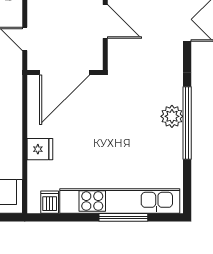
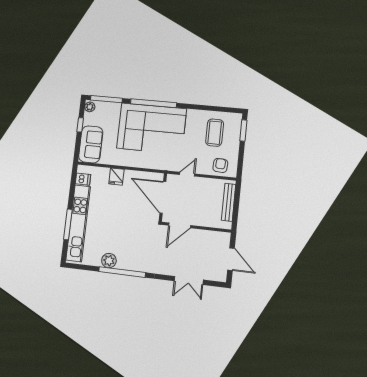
door: (105, 22) -> (180, 225), moved
plant: (172, 116) -> (109, 261), moved

